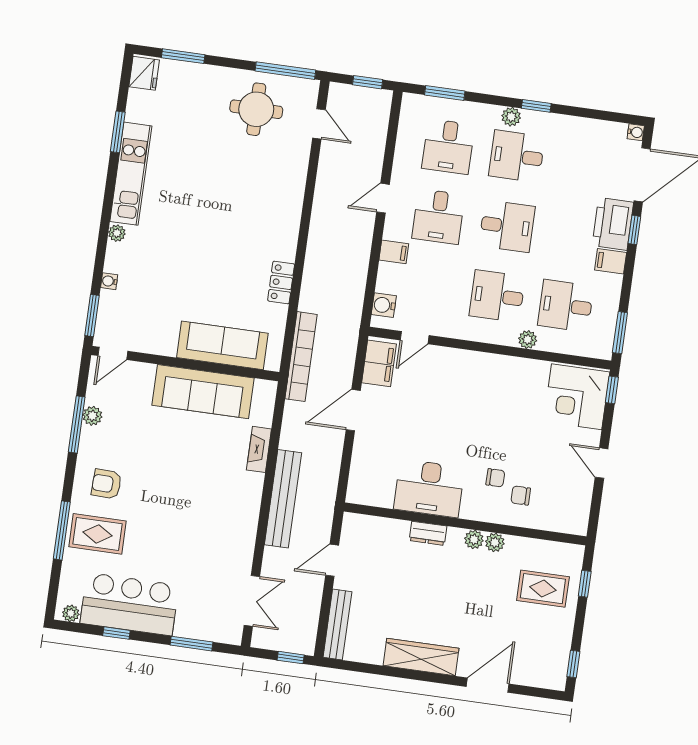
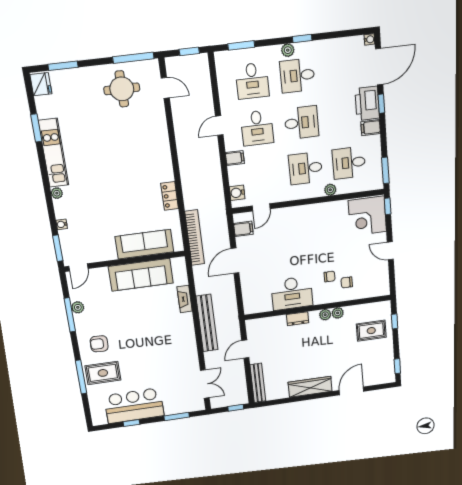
filing cabinet: (379, 363) -> (243, 229), width x0.50
plant: (71, 613) -> (101, 420), removed

